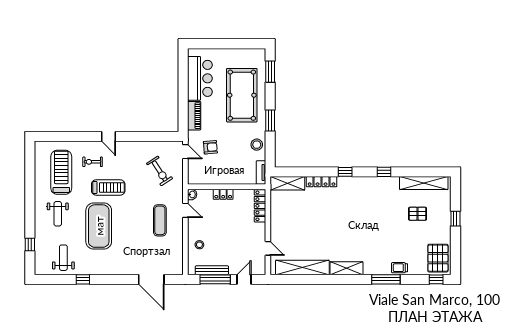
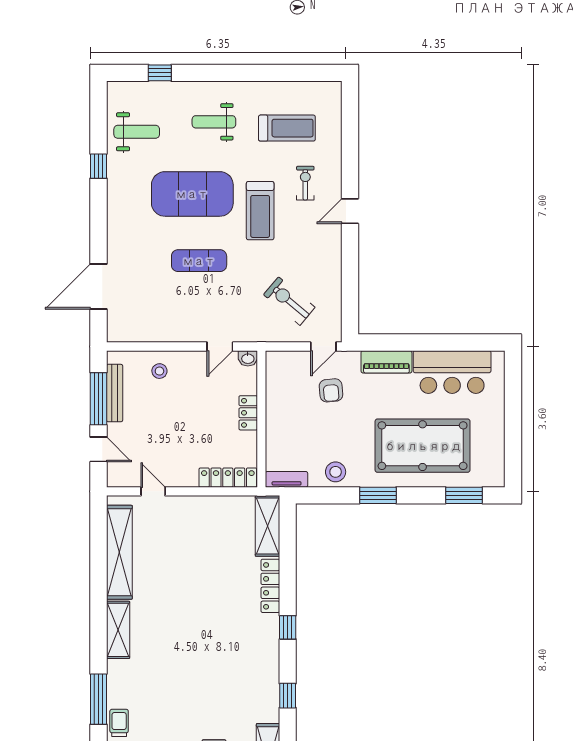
exercise bike: (160, 171) -> (289, 301), turned 73
treadmill: (61, 172) -> (287, 128), width x0.73, depth x0.73
exercise mat: (160, 220) -> (199, 261), moved
door: (268, 248) -> (153, 491), swing flipped

